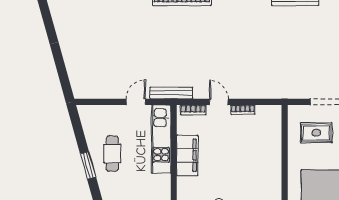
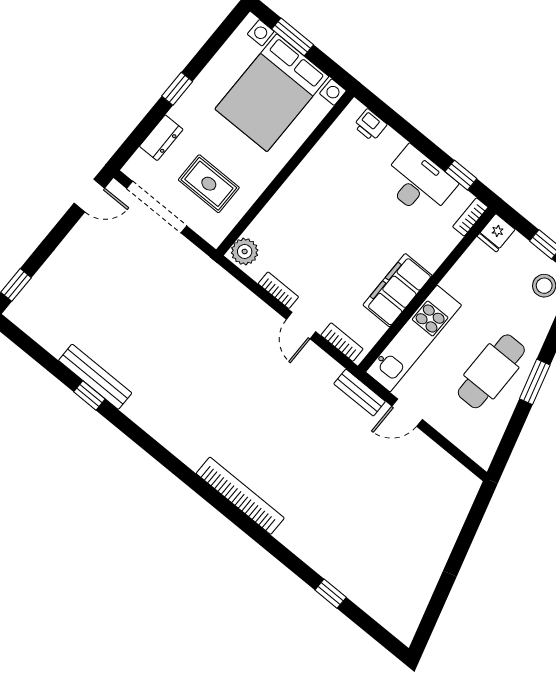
bench: (171, 93) -> (360, 393), width x0.73
plant: (273, 115) -> (245, 252), added
cafe table: (112, 154) -> (491, 371), width x1.37, depth x1.35

